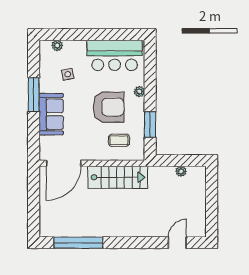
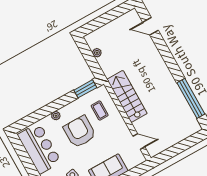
window: (150, 124) -> (85, 89), moved
door: (64, 163) -> (139, 142), width x0.53

